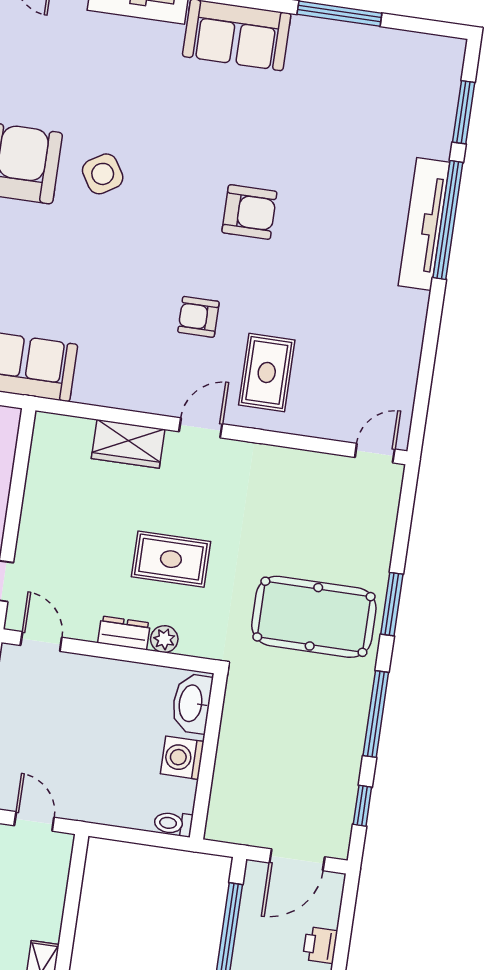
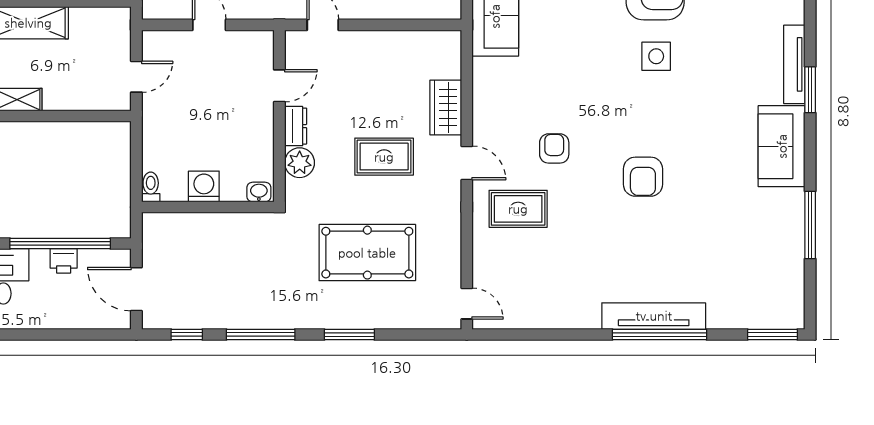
window: (464, 112) -> (772, 335), moved
side table: (103, 174) -> (656, 56), turned 32
rug: (171, 559) -> (384, 157), moved, turned 90
pool table: (314, 617) -> (367, 253), moved, turned 90
plant: (164, 639) -> (300, 163), width x1.38, depth x1.38
door: (41, 641) -> (279, 86), moved
washbasin: (192, 703) -> (259, 192), width x0.52, depth x0.69
printer: (320, 945) -> (64, 261), moved, turned 180

